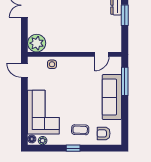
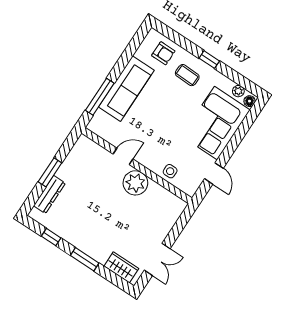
plant: (37, 43) -> (135, 183), moved
door: (102, 54) -> (123, 156), moved
door: (24, 70) -> (214, 173), moved

